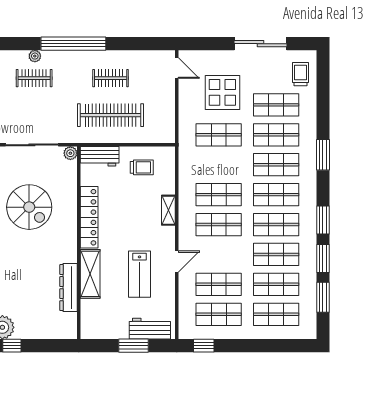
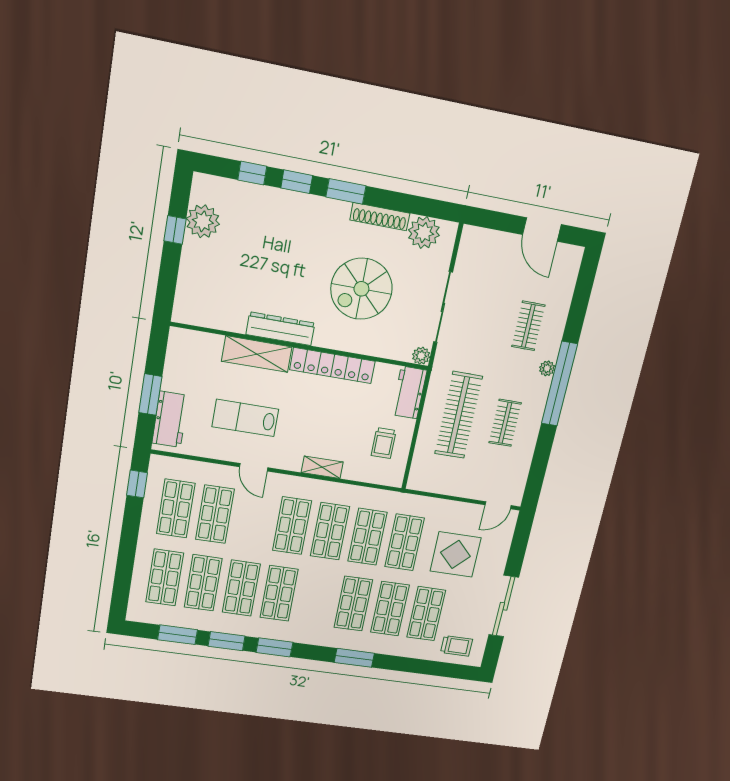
plant: (35, 56) -> (547, 368), moved
shop shelf: (276, 195) -> (367, 537), moved
dresser: (69, 288) -> (280, 329), moved

